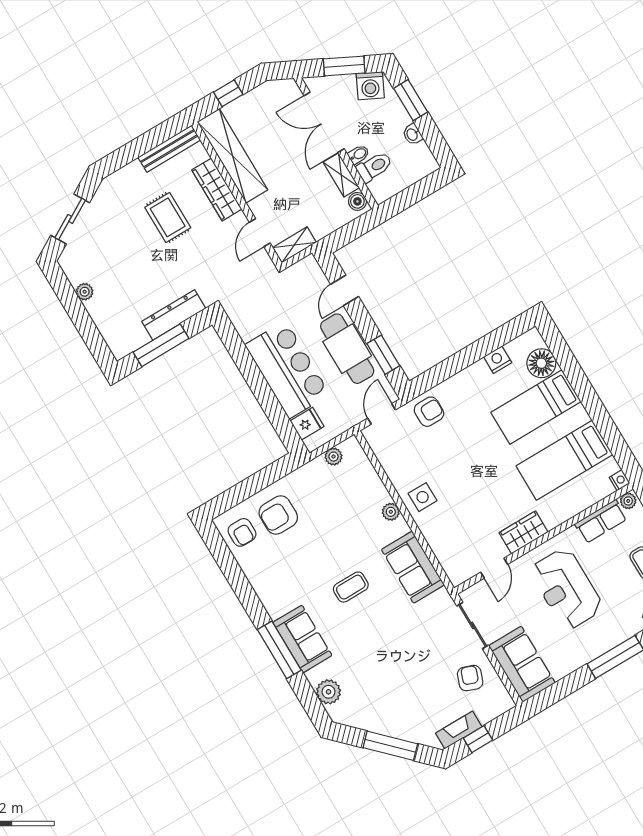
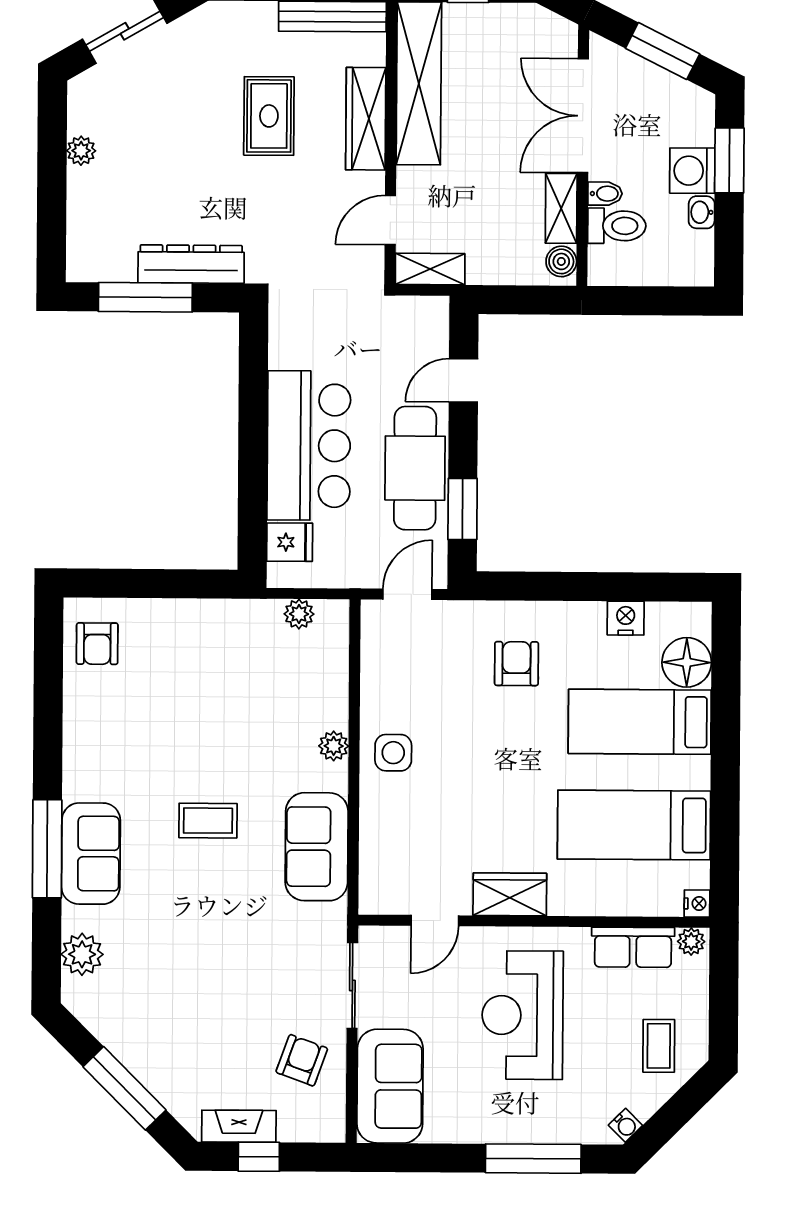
washing machine: (370, 86) -> (692, 171), moved, turned 63
armchair: (429, 412) -> (516, 664), moved, turned -90
armchair: (278, 515) -> (166, 651), removed

